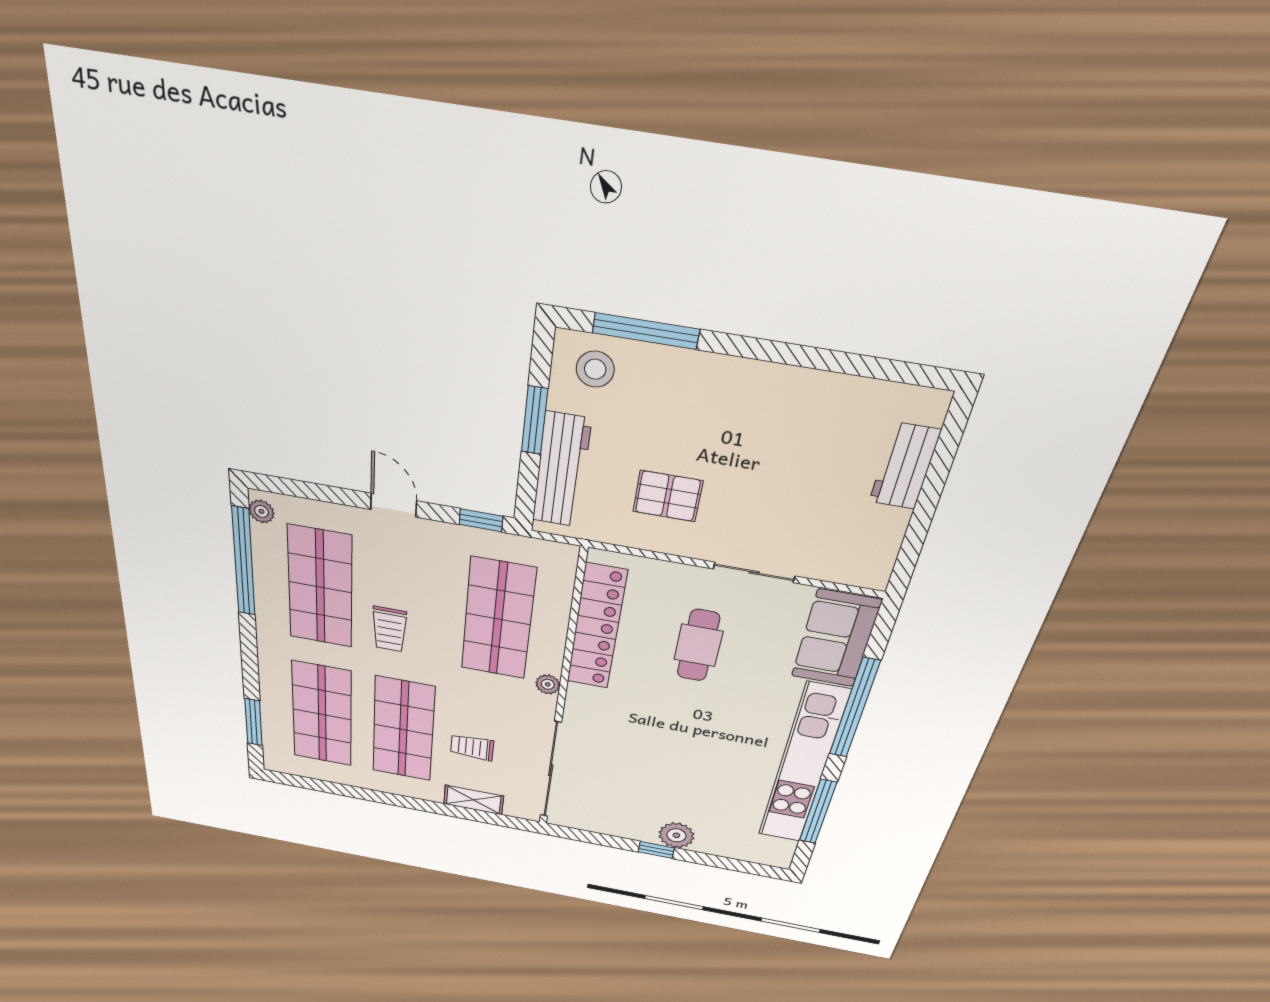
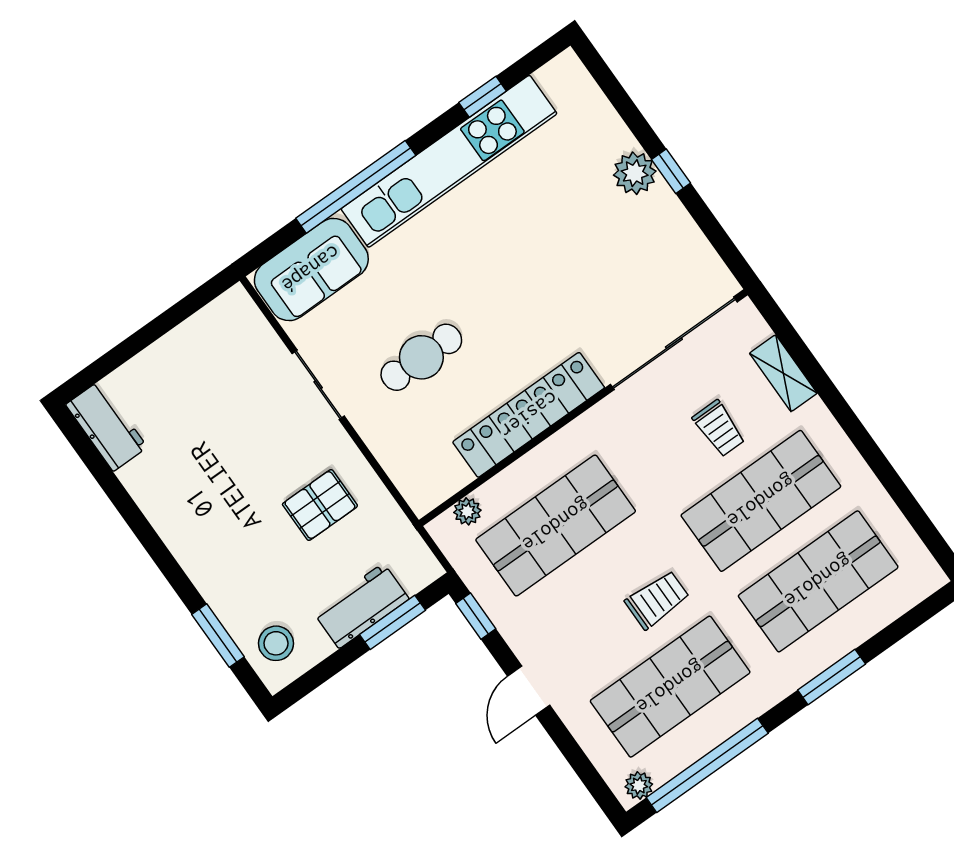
window: (646, 331) -> (218, 636), width x0.69
window: (534, 420) -> (392, 622), moved
workbench: (905, 466) -> (107, 426), moved, turned -90
workbench: (561, 470) -> (361, 606), width x0.73
pallet: (668, 496) -> (320, 505), turned 90
locker: (597, 627) -> (529, 415), moved
plant: (548, 684) -> (467, 511), moved
window: (254, 722) -> (832, 677), moved
window: (818, 812) -> (483, 97), width x0.46

